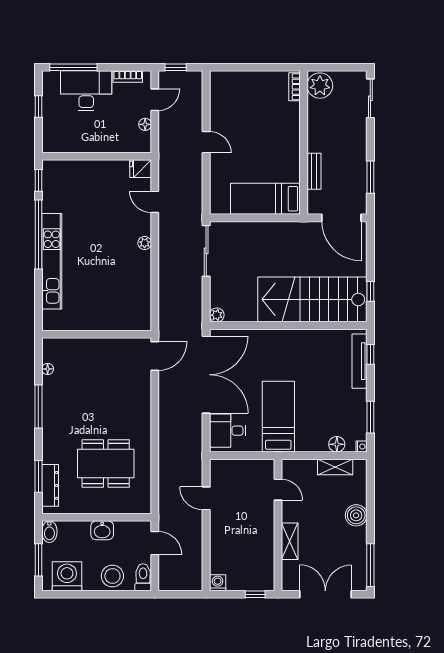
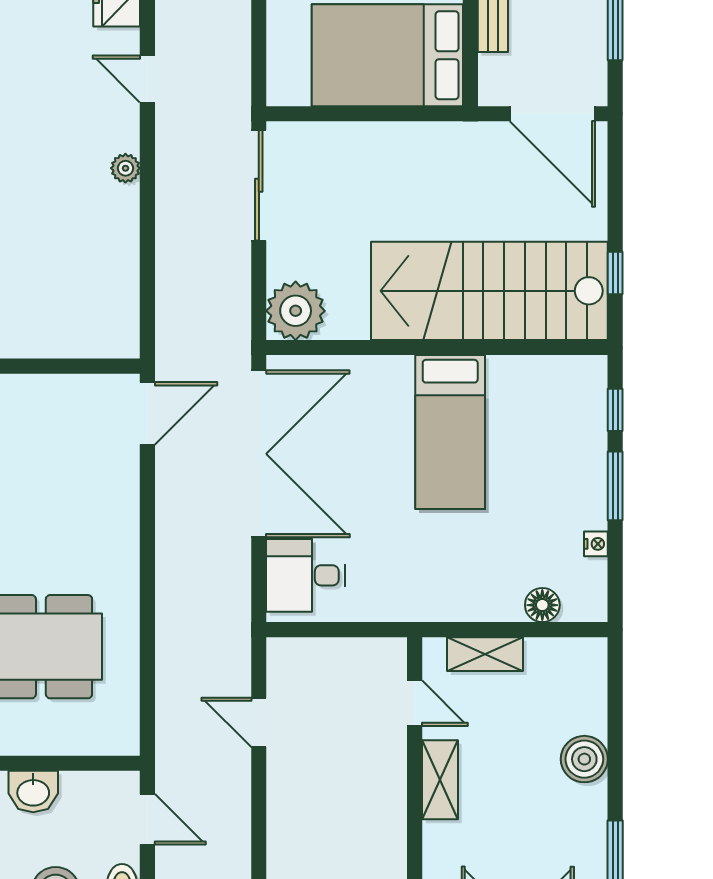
bed: (265, 199) -> (387, 55), width x1.50
plant: (217, 315) -> (296, 311), width x1.87, depth x1.87
tv unit: (360, 361) -> (592, 425), removed
bed: (278, 417) -> (450, 432), moved, turned 180
window: (370, 417) -> (615, 486), moved
nightstand: (361, 447) -> (596, 544), moved
shelving: (335, 467) -> (485, 654), moved
shelving: (290, 541) -> (440, 780), moved

